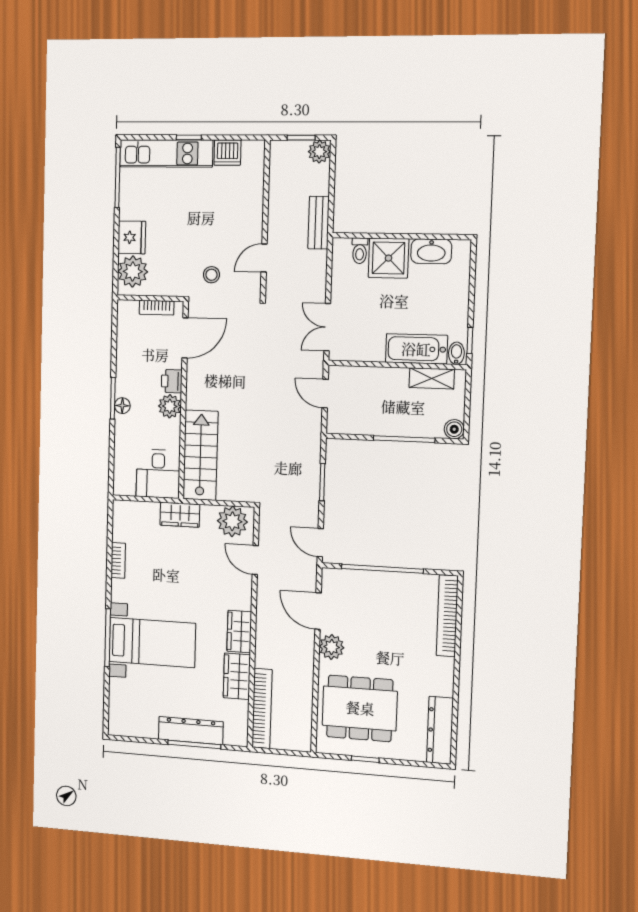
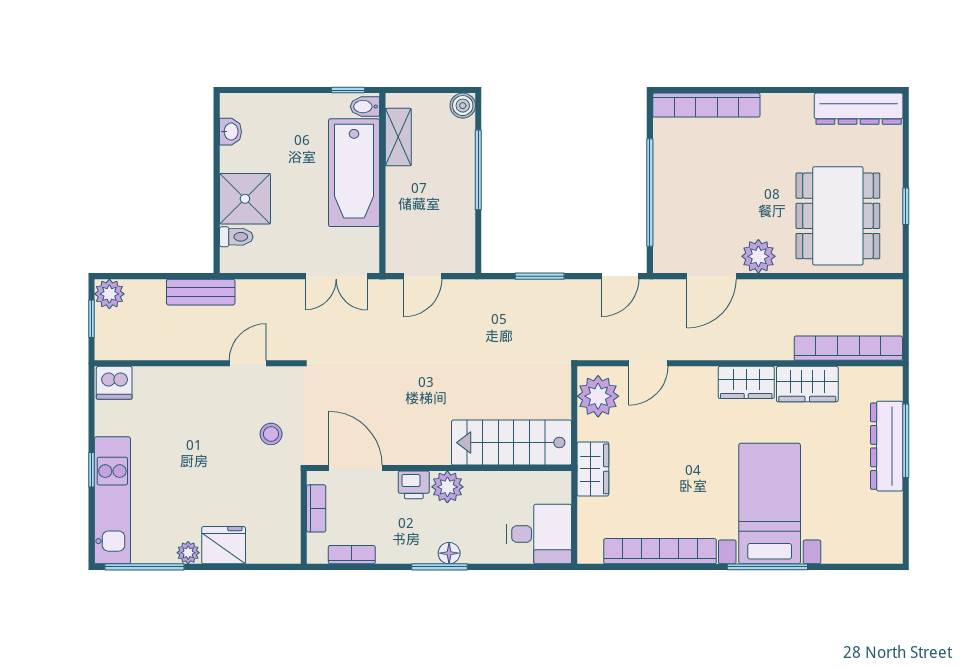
dishwasher: (227, 153) -> (114, 383), moved, turned 90
washbasin: (431, 251) -> (230, 132), width x0.52, depth x0.69
door: (264, 258) -> (248, 363), swing flipped
plant: (133, 271) -> (188, 553), moved, width x0.53, depth x0.53
bookcase: (123, 333) -> (352, 555), added
bathtub: (416, 349) -> (354, 173), width x1.36, depth x1.36
desk: (158, 474) -> (539, 534), moved
bookcase: (118, 560) -> (660, 551), width x2.31, depth x1.31

